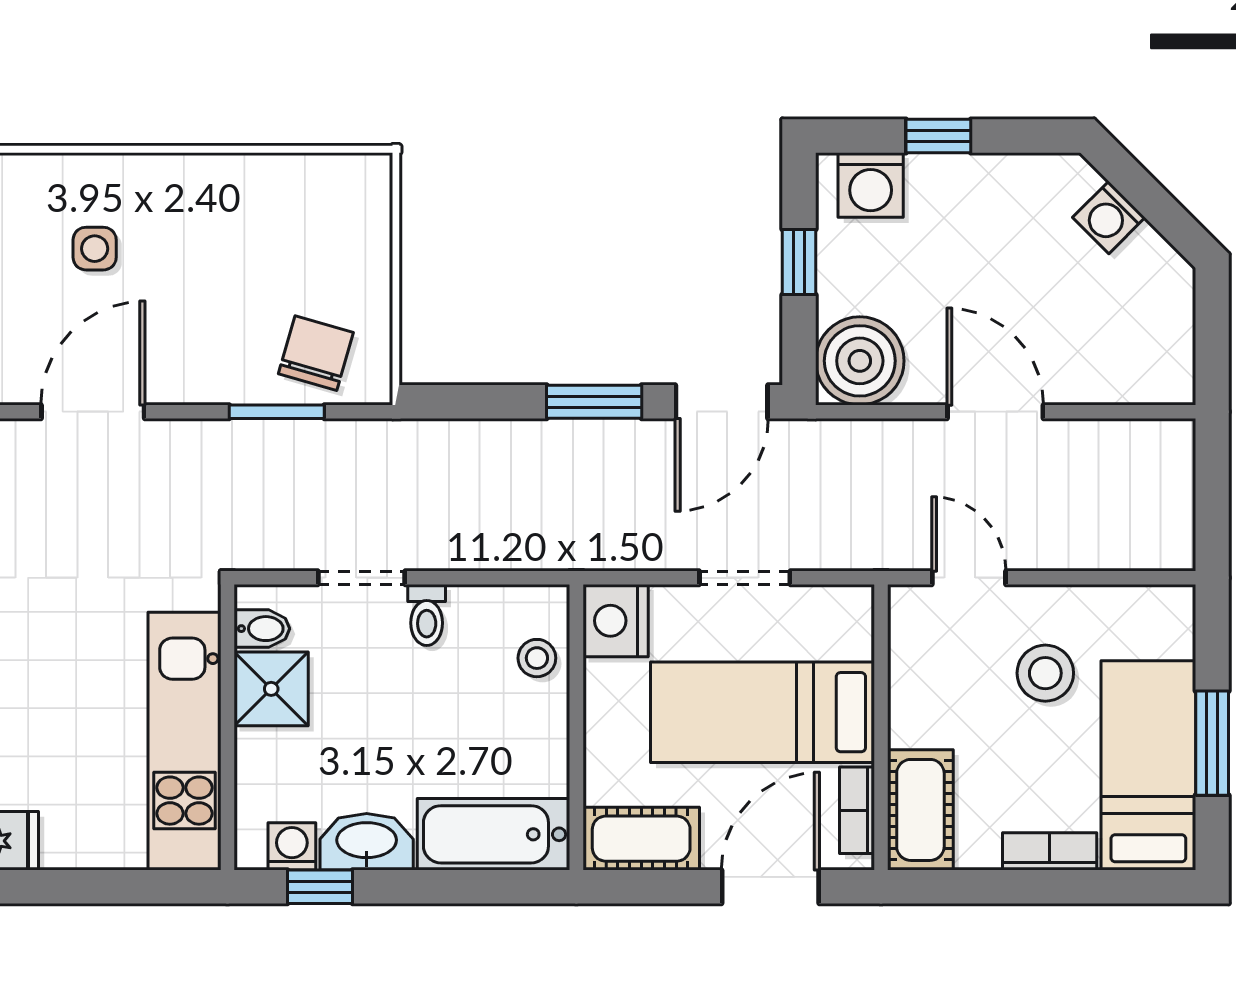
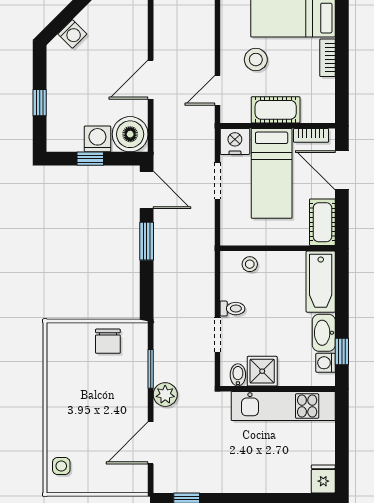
washing machine: (871, 185) -> (97, 139), moved, turned -90
side table: (95, 249) -> (61, 466), moved
chair: (316, 353) -> (108, 341), moved, turned -106
door: (93, 412) -> (151, 443), hinge flipped
plant: (213, 448) -> (165, 395), added
nightstand: (616, 621) -> (235, 141), moved, turned 180
cot: (920, 810) -> (276, 110), moved

